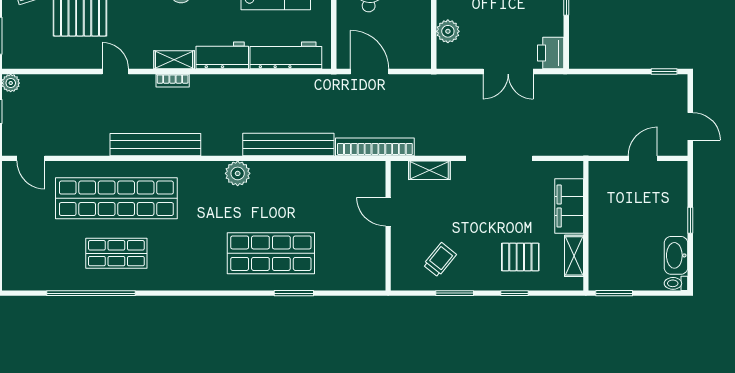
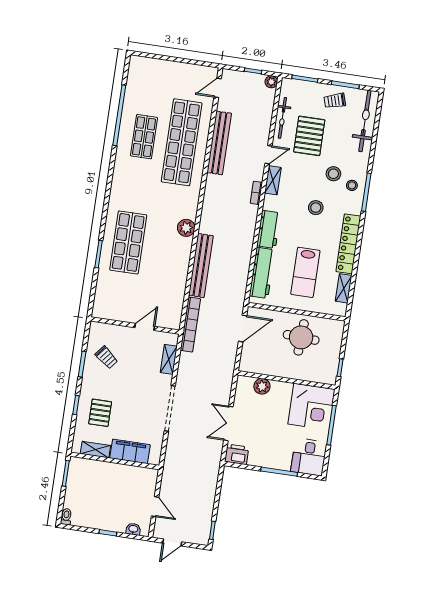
bicycle: (60, 59) -> (282, 118), added
shelving: (174, 60) -> (273, 180), moved
bench: (155, 145) -> (219, 143), moved
washbasin: (676, 255) -> (133, 529), moved, width x0.52, depth x0.69

